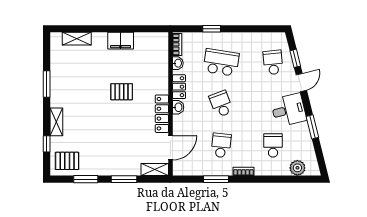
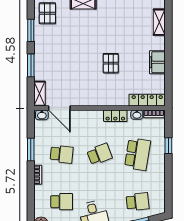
washbasin: (178, 107) -> (42, 115), moved
locker: (162, 114) -> (147, 100), moved

